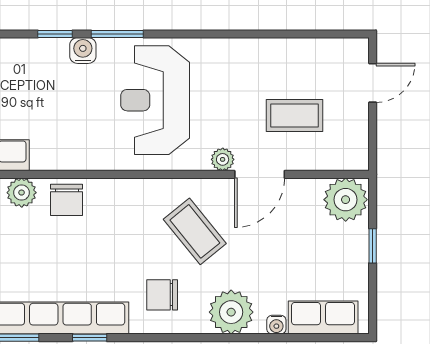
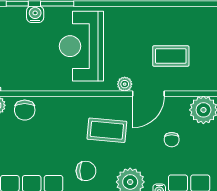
coffee table: (195, 231) -> (107, 130), turned -46
chair: (296, 246) -> (172, 140), added
chair: (162, 295) -> (86, 171), turned 180

